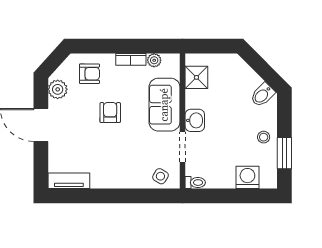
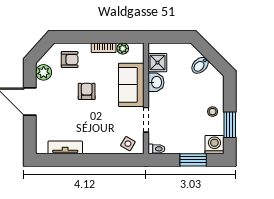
bidet: (262, 95) -> (200, 65), moved
washbasin: (195, 120) -> (156, 82), moved
washing machine: (247, 177) -> (214, 145), moved
tv unit: (69, 181) -> (65, 147), moved
window: (240, 196) -> (193, 160), added

